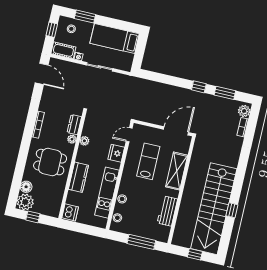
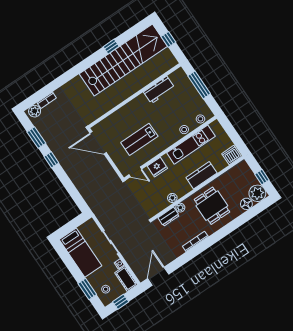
shelving: (177, 171) -> (125, 113), removed

